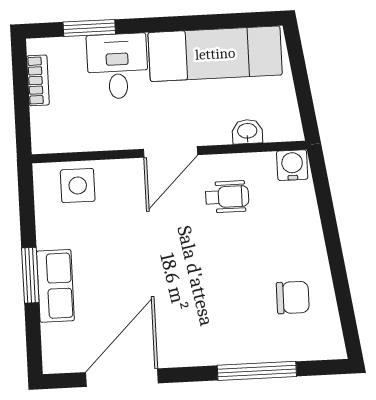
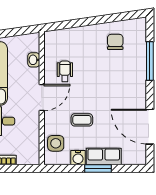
door: (170, 152) -> (42, 98), hinge flipped
water cooler: (292, 165) -> (78, 158), moved, turned -90
coffee table: (129, 237) -> (82, 120), added

